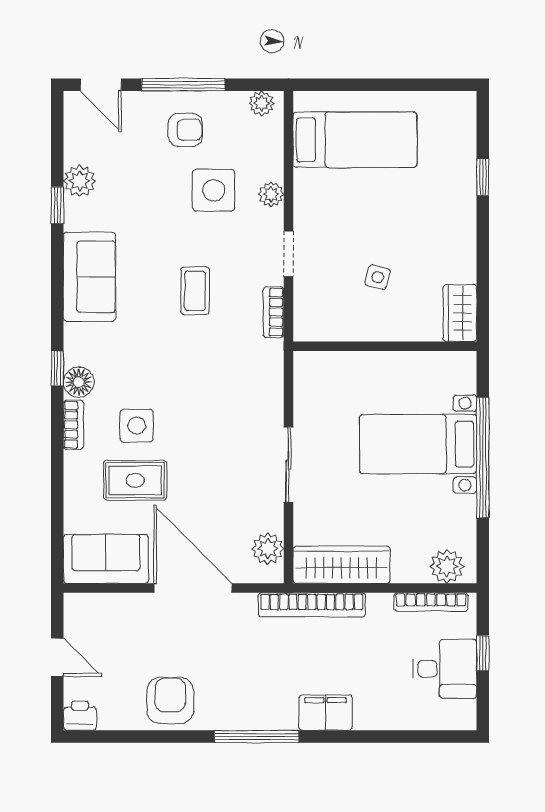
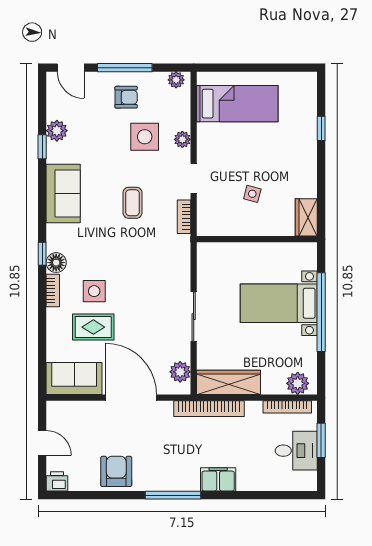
window: (483, 653) -> (321, 440), width x1.50

